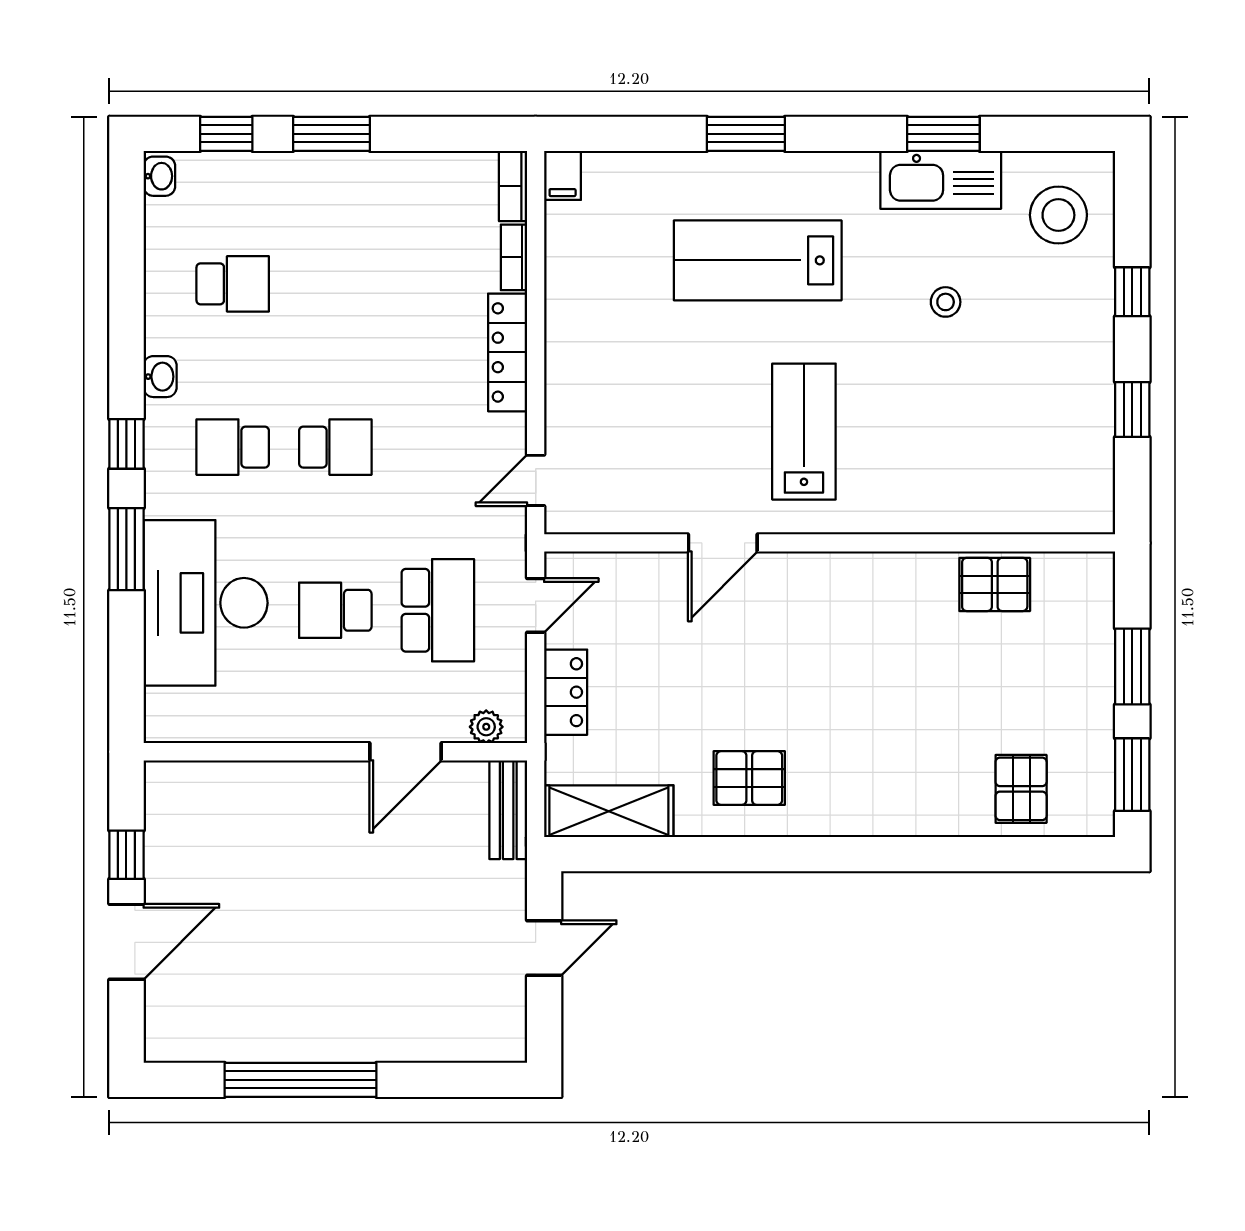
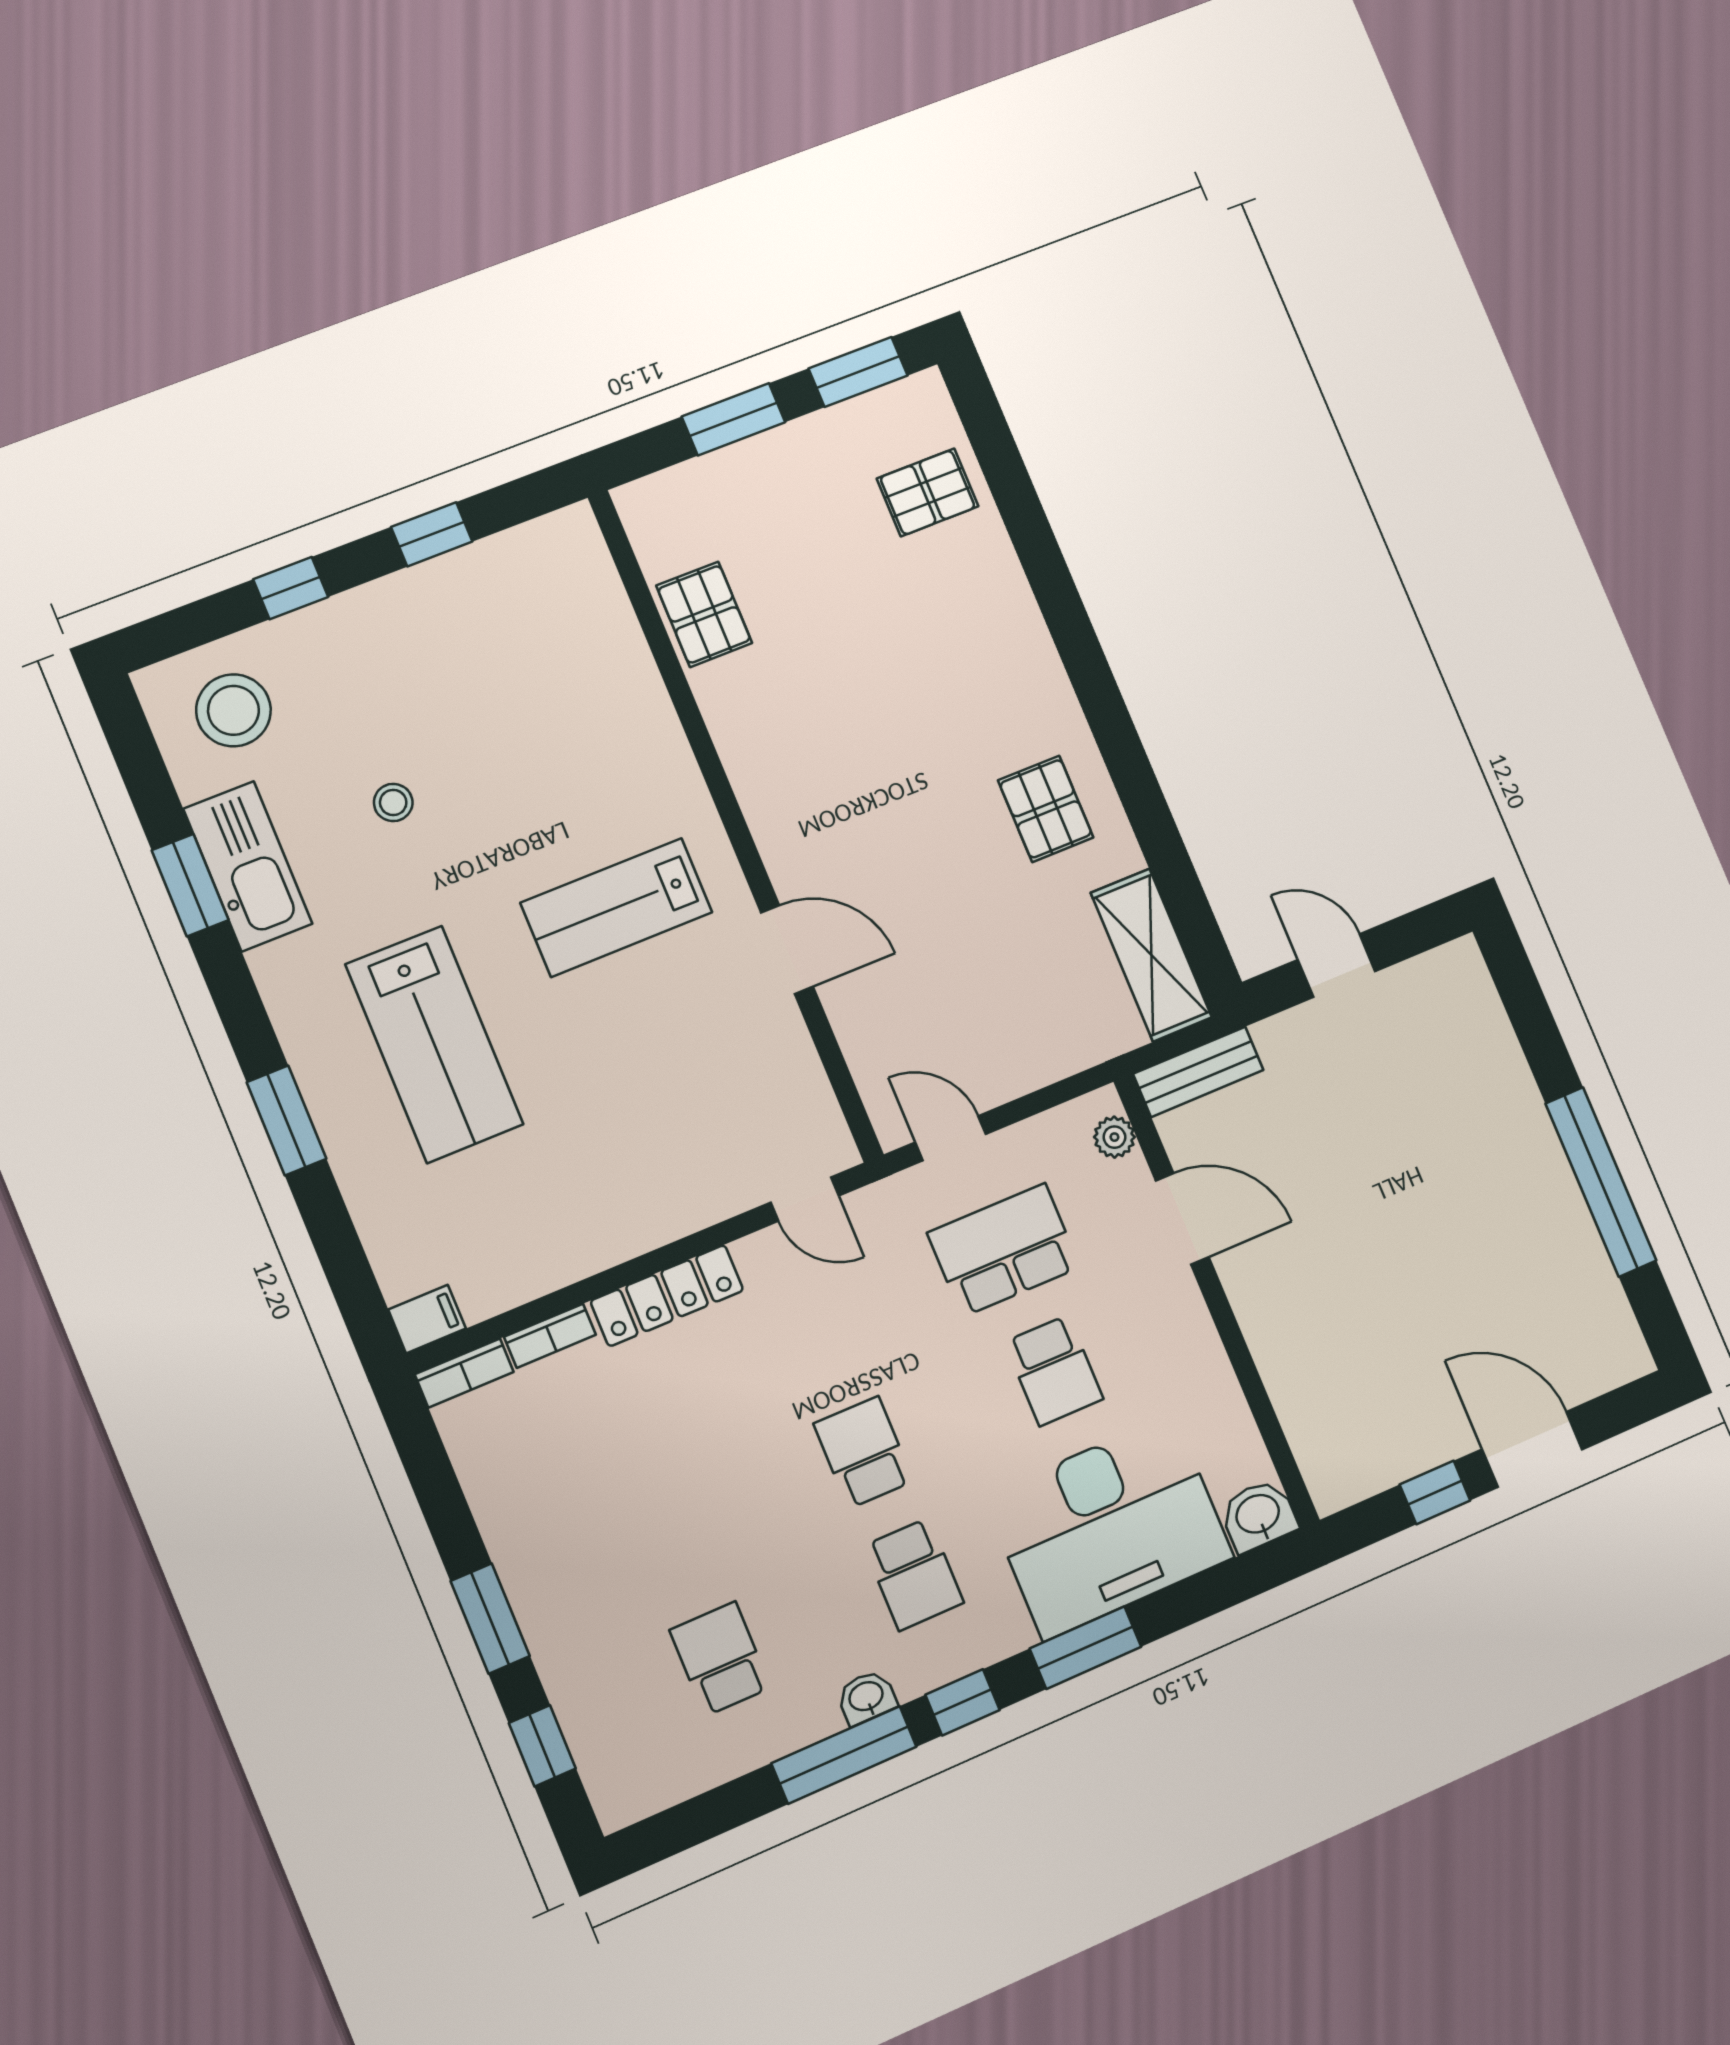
washbasin: (159, 176) -> (1258, 1515), moved, width x1.38, depth x1.45
window: (126, 344) -> (844, 1755), added
locker: (566, 692) -> (1036, 1061), removed

